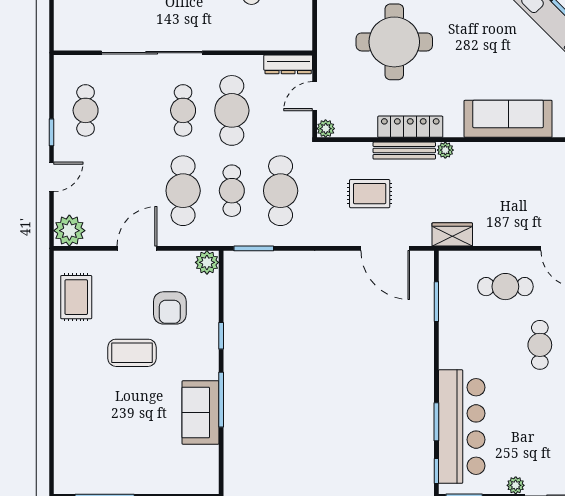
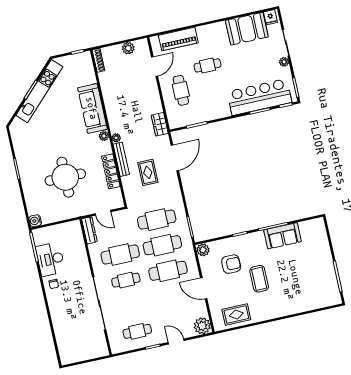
locker: (410, 127) -> (111, 171), moved
plant: (326, 129) -> (104, 136), moved
cafe table: (232, 191) -> (162, 245), width x1.37, depth x1.35

